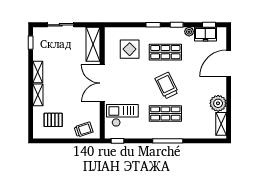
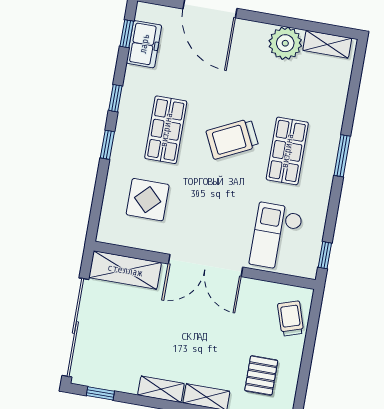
sliding door: (61, 25) -> (75, 328), width x1.86
plant: (189, 32) -> (133, 76), removed
window: (168, 141) -> (342, 156), width x0.69

